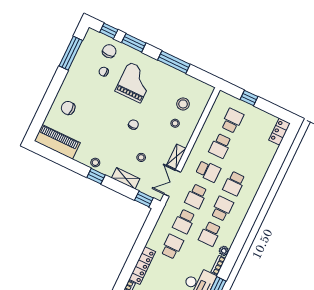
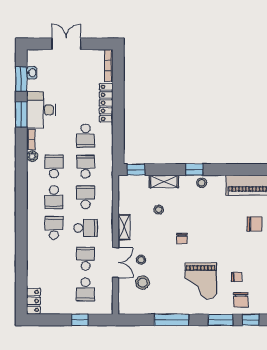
school desk: (208, 171) -> (86, 228), turned 180
double door: (172, 183) -> (115, 263), moved

